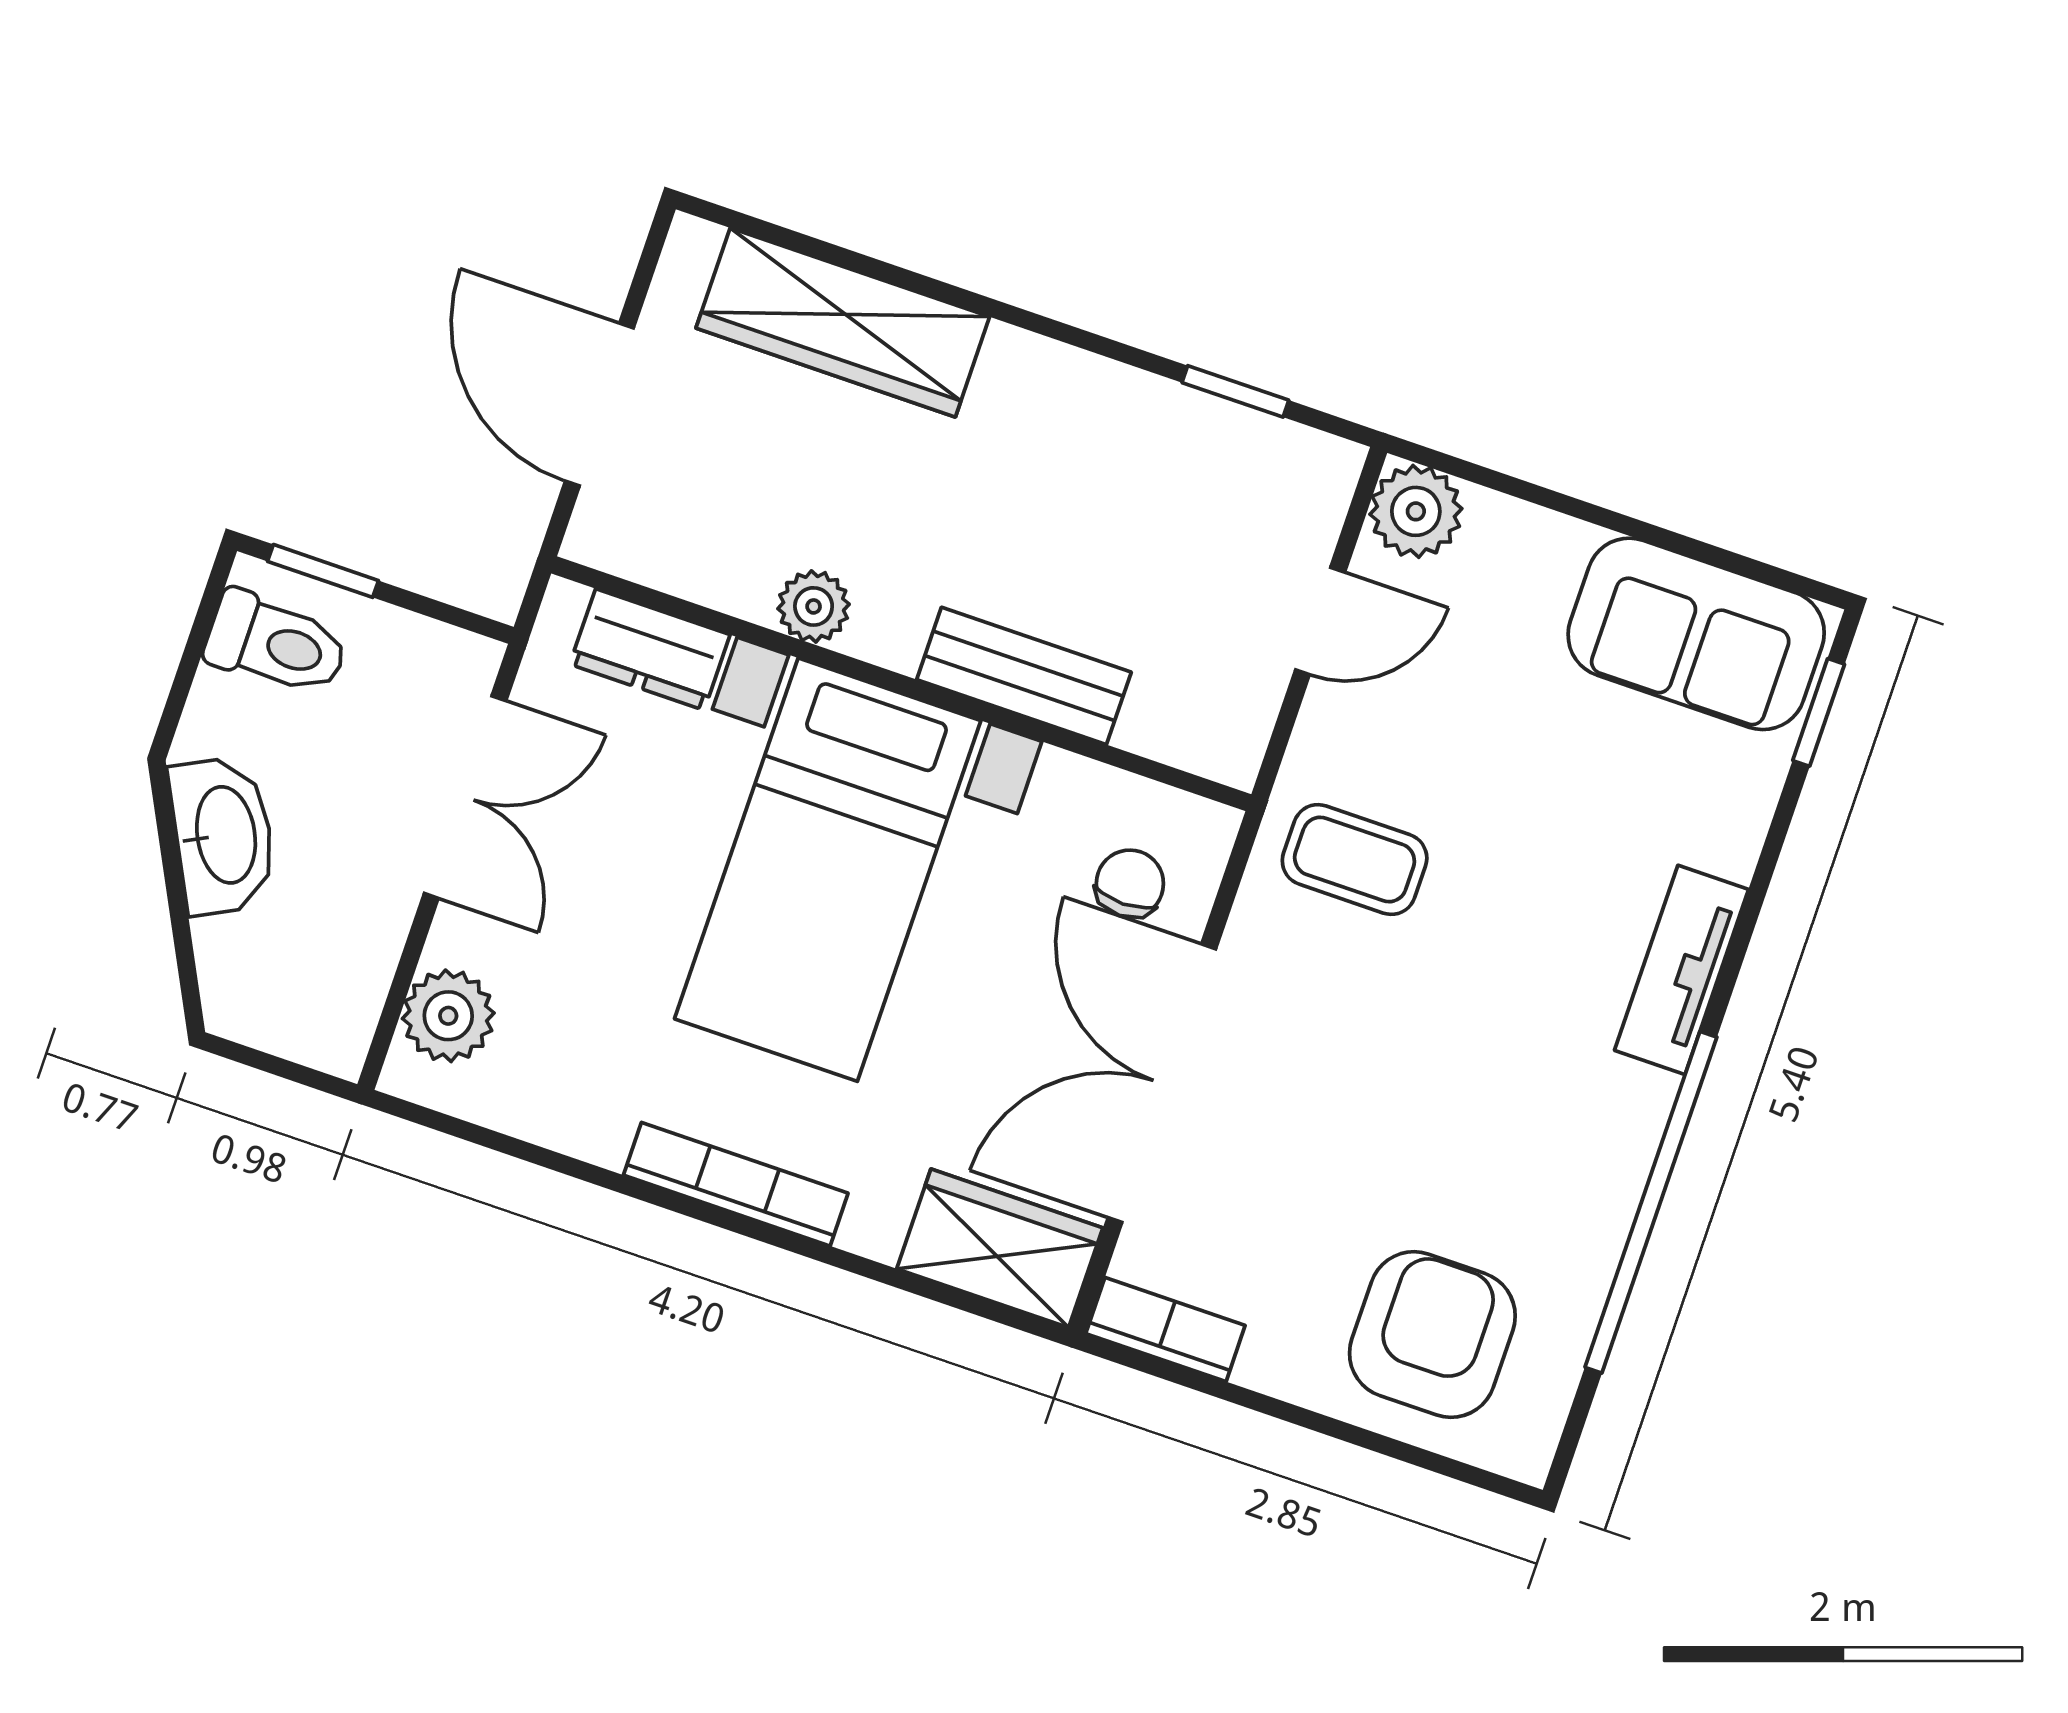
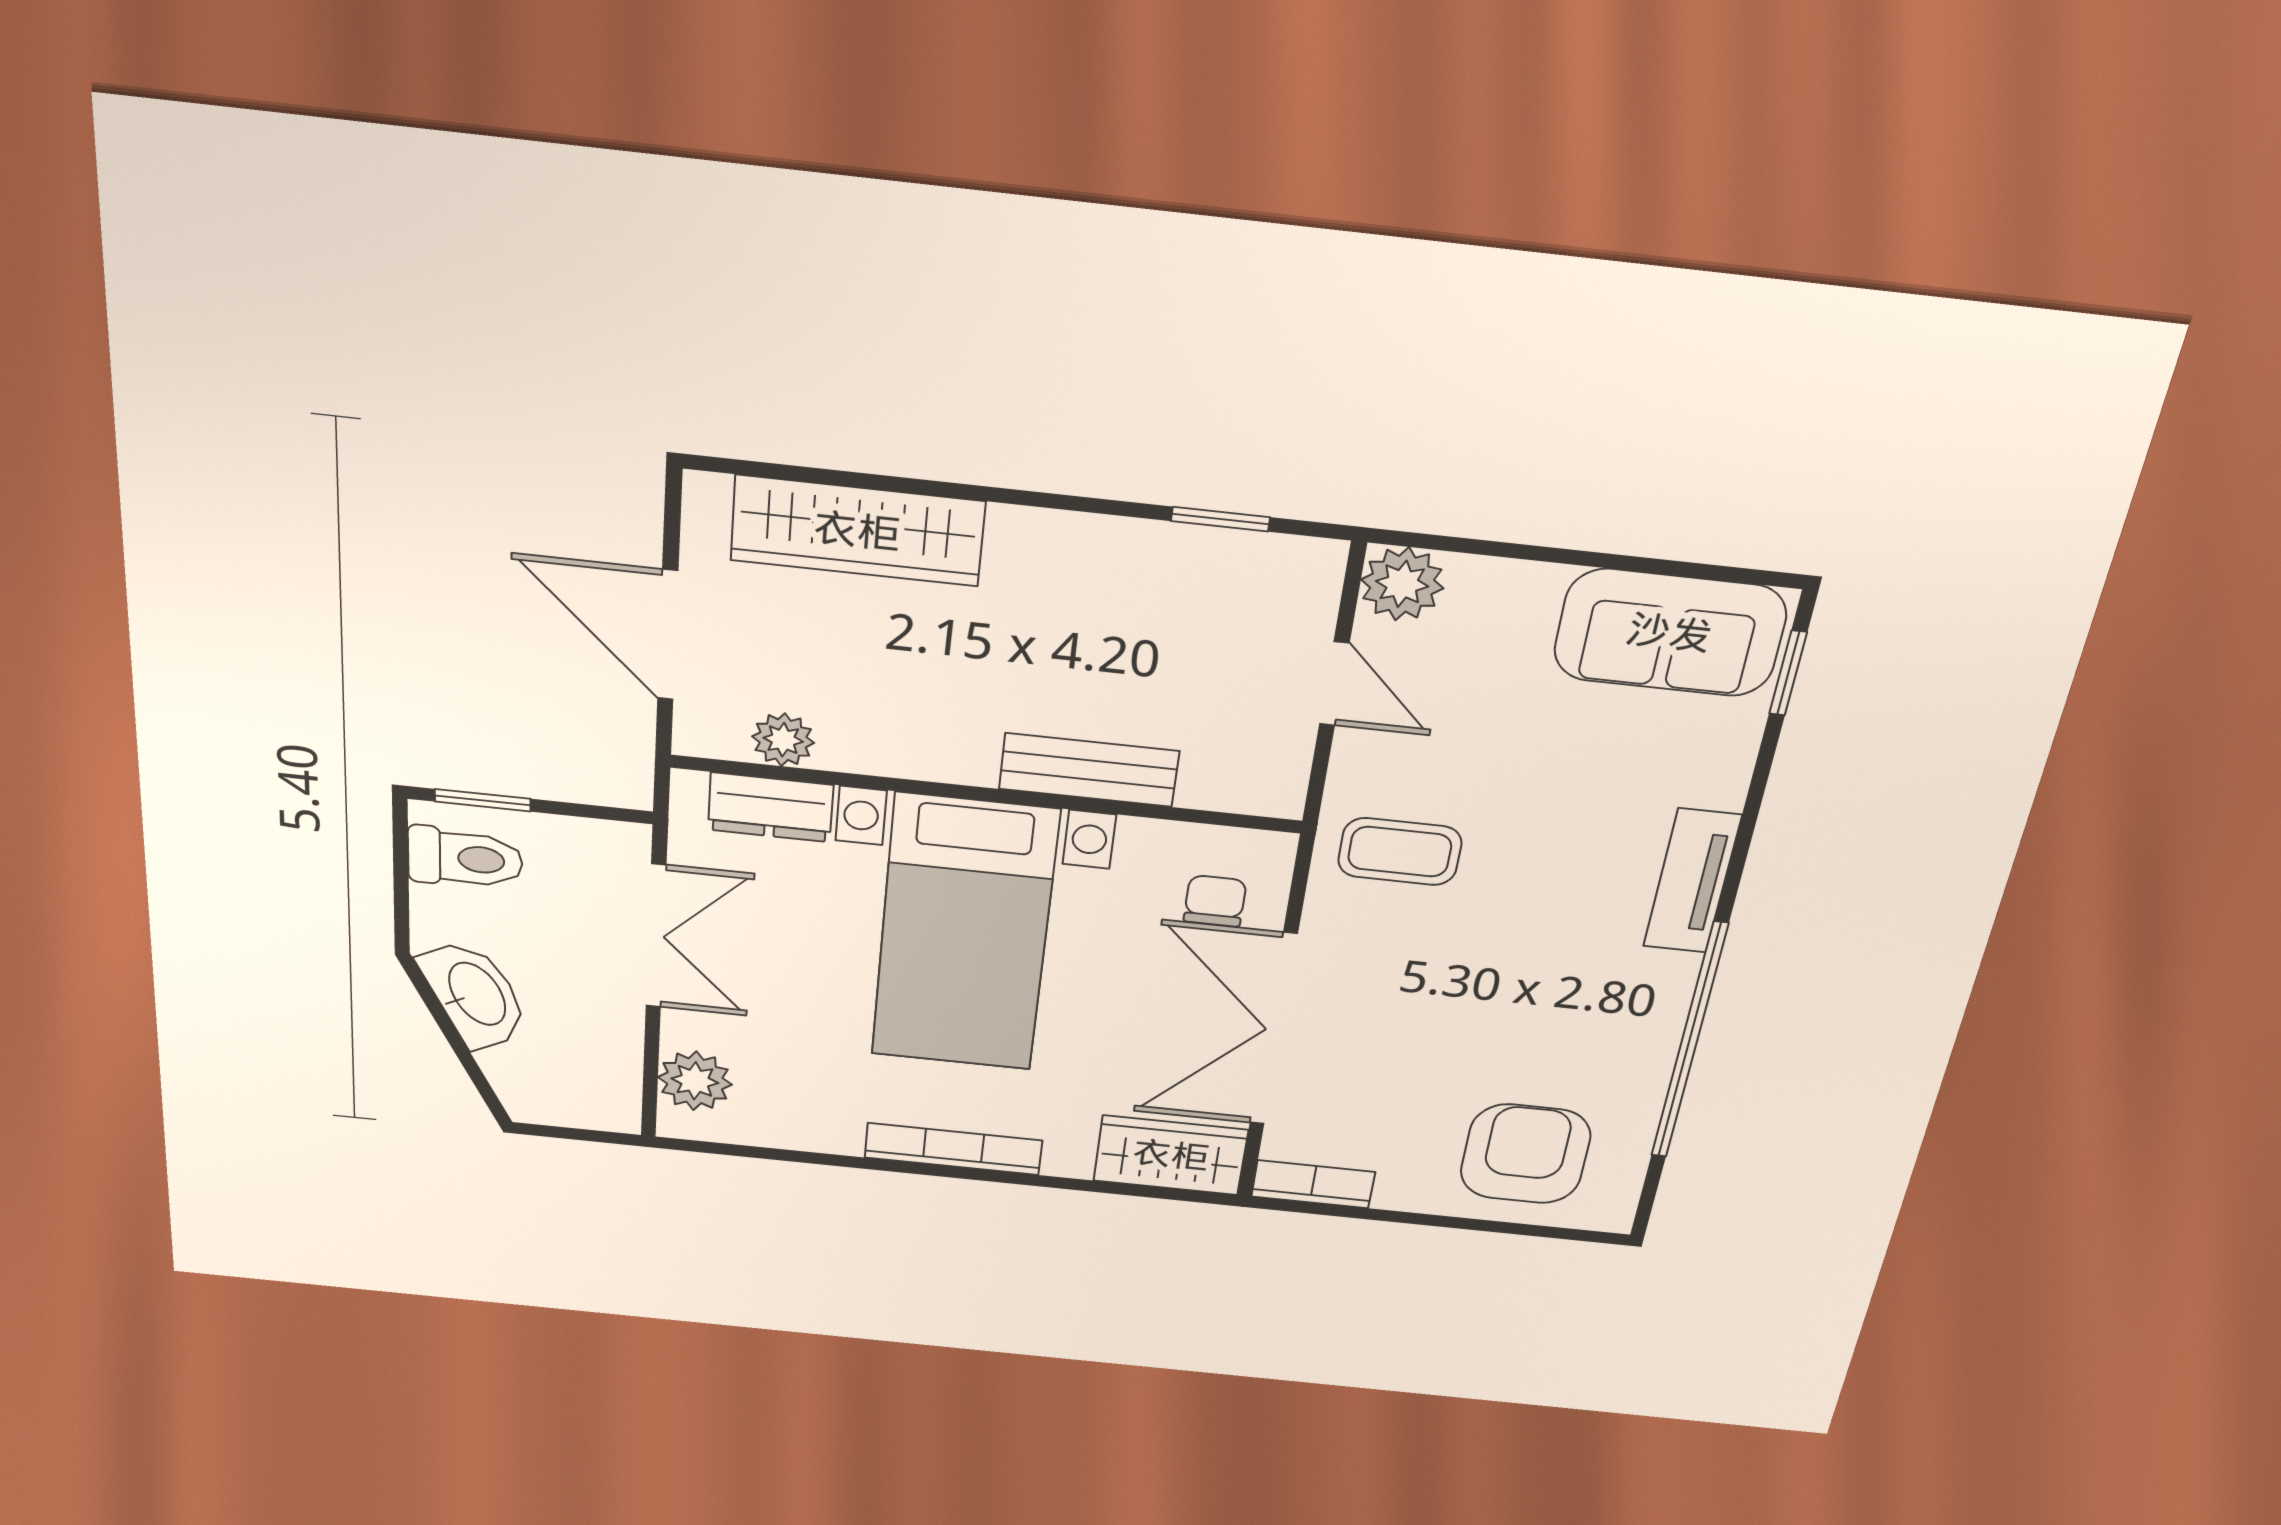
plant: (814, 606) -> (783, 740), moved
door: (1320, 621) -> (1334, 684), hinge flipped

